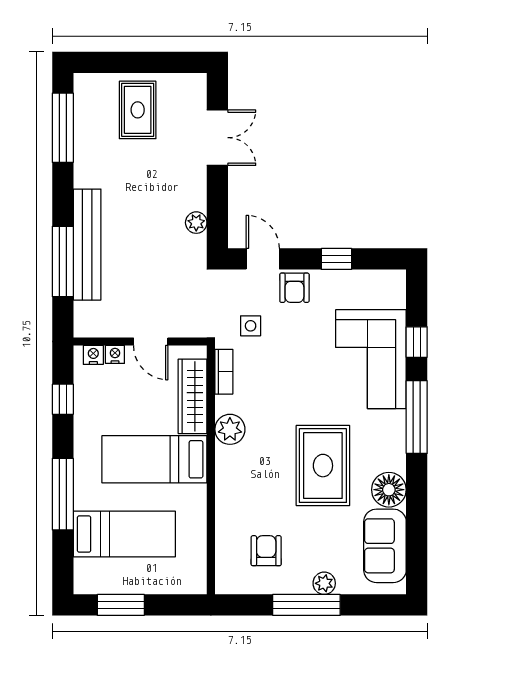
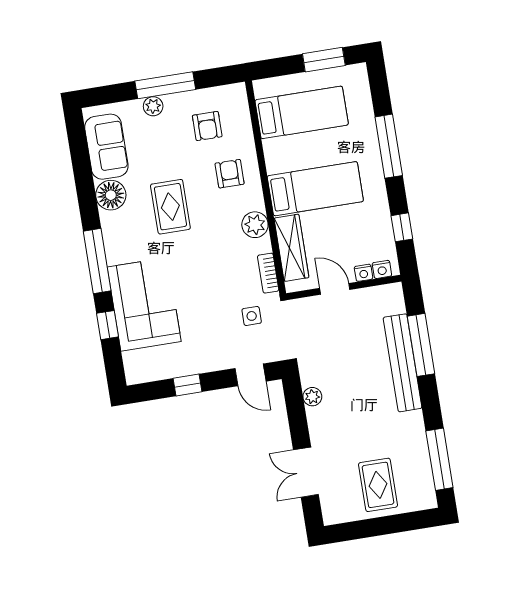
armchair: (294, 288) -> (230, 174), moved
rug: (323, 466) -> (170, 207), width x0.73, depth x0.70
bed: (124, 534) -> (302, 112), moved, turned 180

